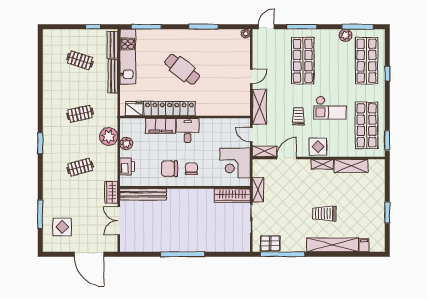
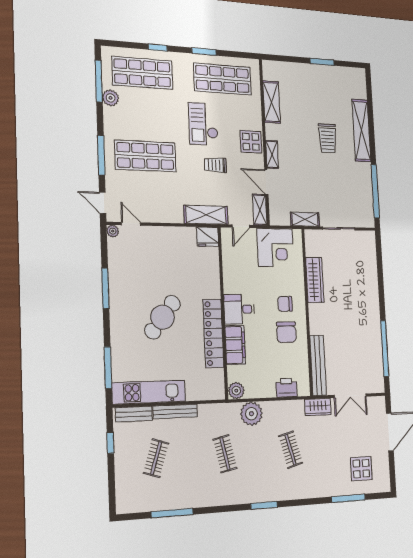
window: (40, 71) -> (172, 513), added
door: (251, 76) -> (131, 224), moved
fridge: (134, 108) -> (207, 237), moved, turned -90
checkout: (330, 108) -> (203, 124), turned 180
window: (387, 141) -> (204, 52), moved
plant: (126, 143) -> (236, 391), moved
shelving: (322, 164) -> (272, 154), moved
wardrobe: (232, 195) -> (315, 280), moved
pallet: (270, 243) -> (364, 206), removed
filing cabinet: (364, 245) -> (360, 93), removed
window: (183, 254) -> (385, 349), moved

